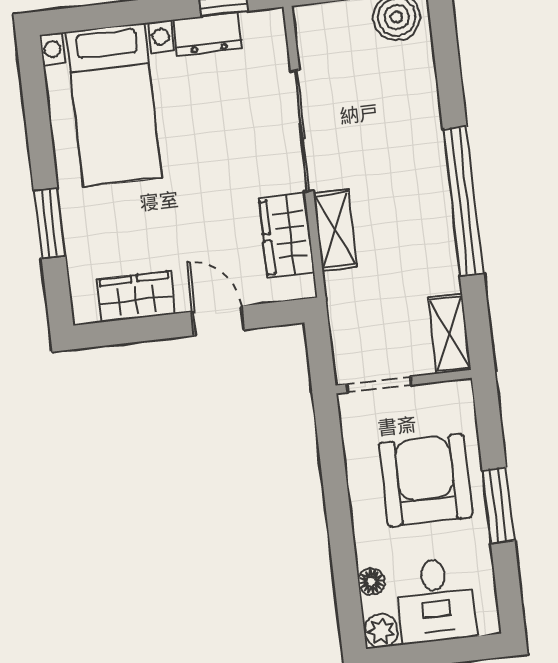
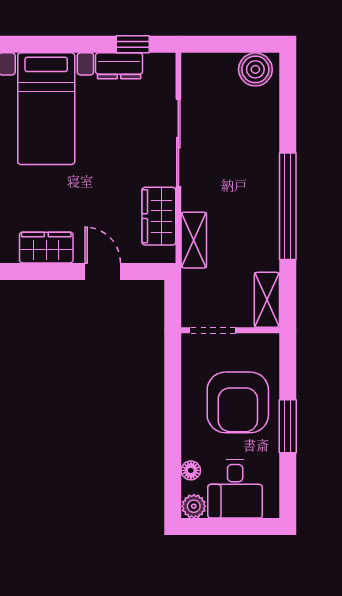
shelving: (335, 230) -> (194, 240), moved
armchair: (426, 480) -> (238, 402), turned 180

